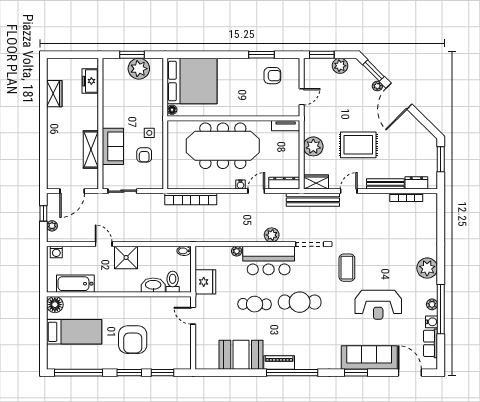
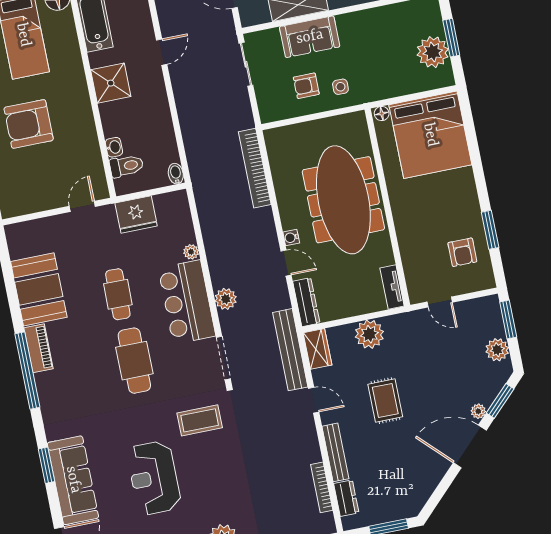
rug: (358, 145) -> (385, 401), width x0.73, depth x0.70
shower: (126, 257) -> (111, 83), moved
washbasin: (153, 285) -> (114, 147), width x0.52, depth x0.69

